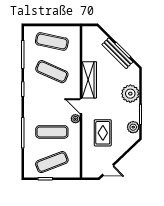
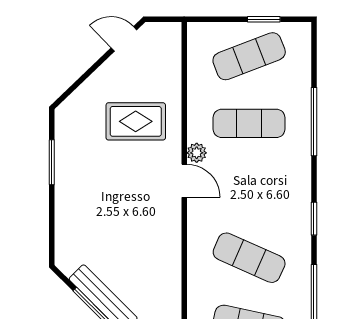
wardrobe: (89, 80) -> (166, 239), removed
plant: (130, 94) -> (74, 209), removed
plant: (133, 127) -> (68, 134), removed
rug: (103, 133) -> (136, 121), turned 90

